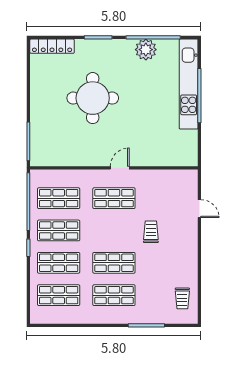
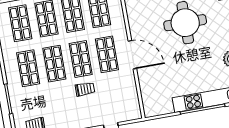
door: (120, 168) -> (132, 55), width x1.88
shop shelf: (114, 230) -> (81, 59), added

